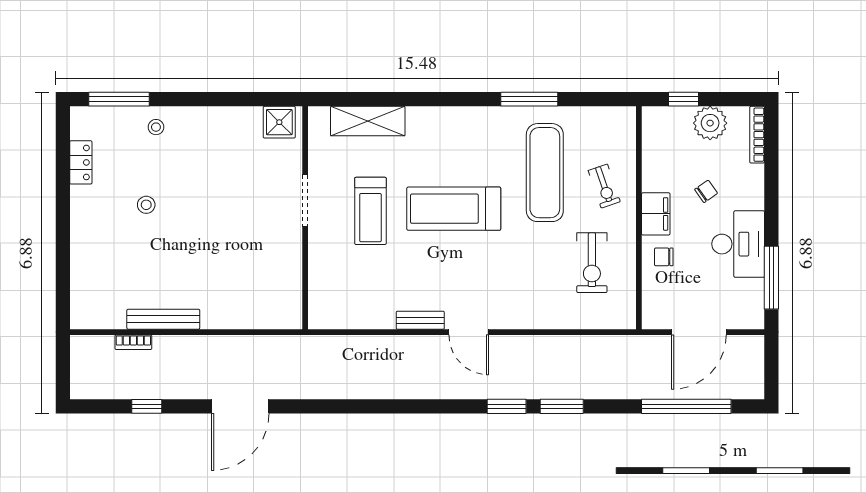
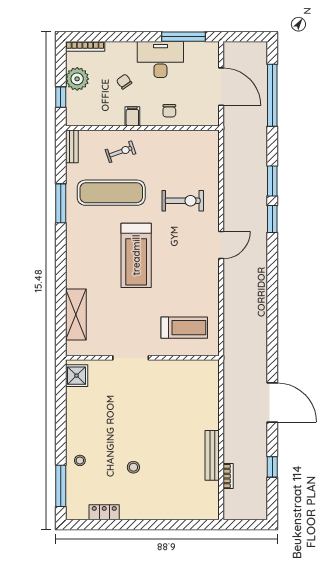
treadmill: (370, 211) -> (184, 328), moved
filing cabinet: (656, 214) -> (132, 116), width x0.50
exercise bike: (592, 263) -> (183, 201), moved
bench: (420, 320) -> (72, 146), moved

